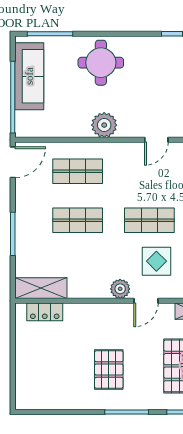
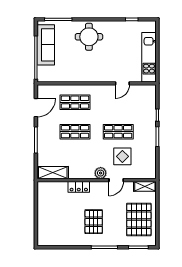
plant: (104, 125) -> (91, 74), removed
door: (13, 162) -> (36, 108), moved
locker: (45, 312) -> (79, 187), moved

